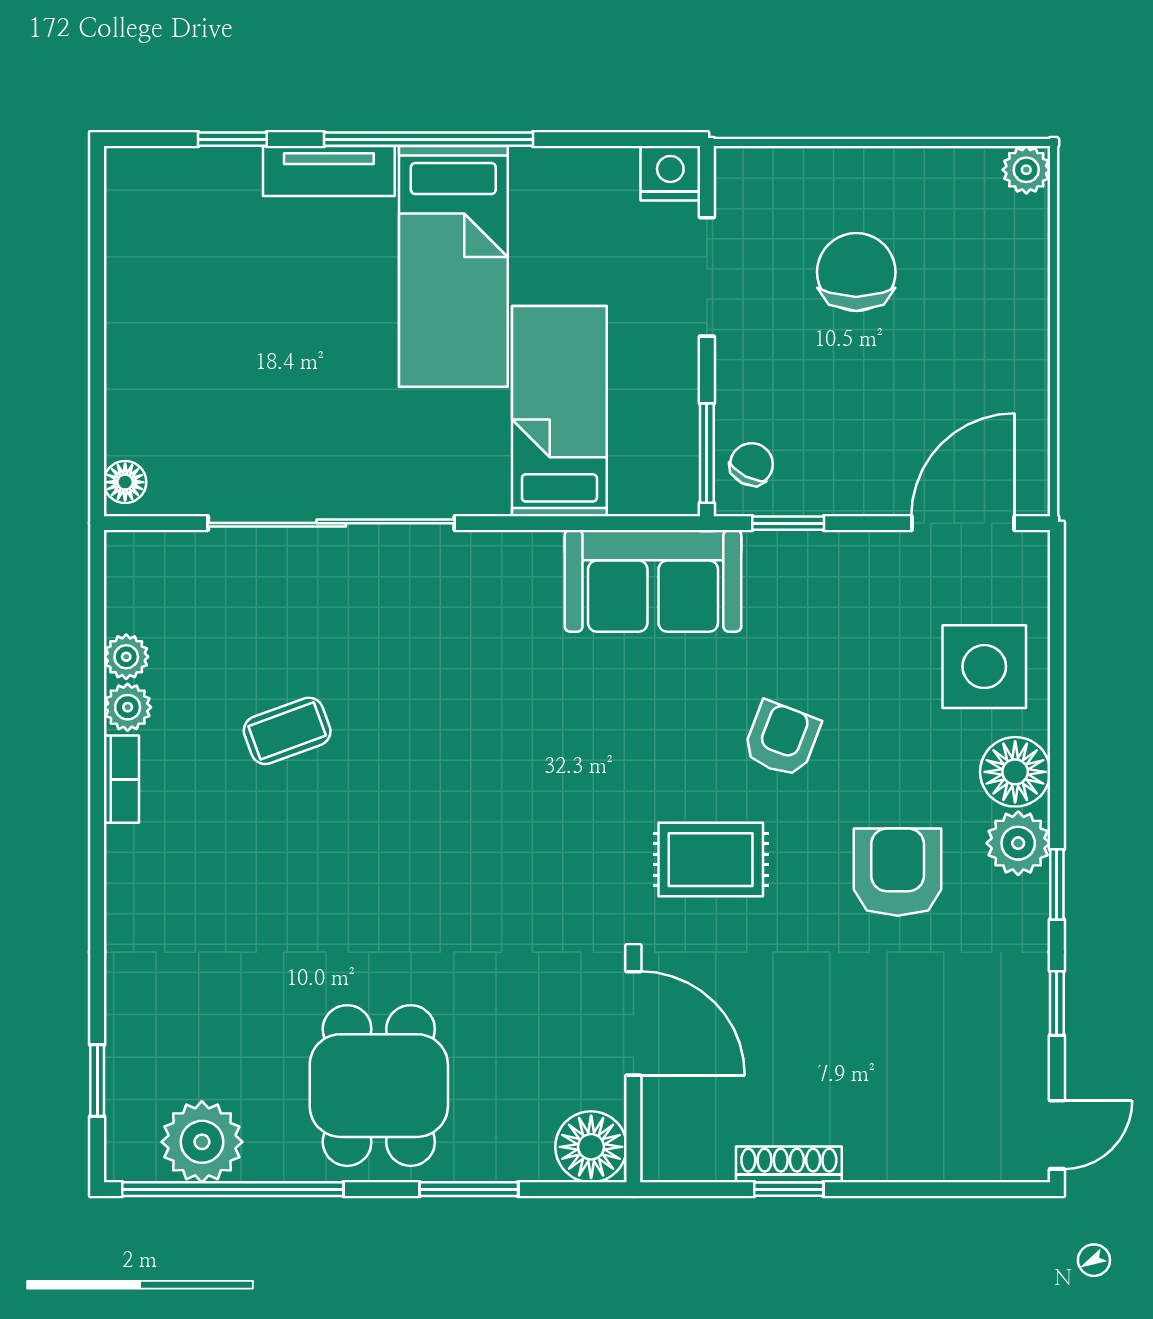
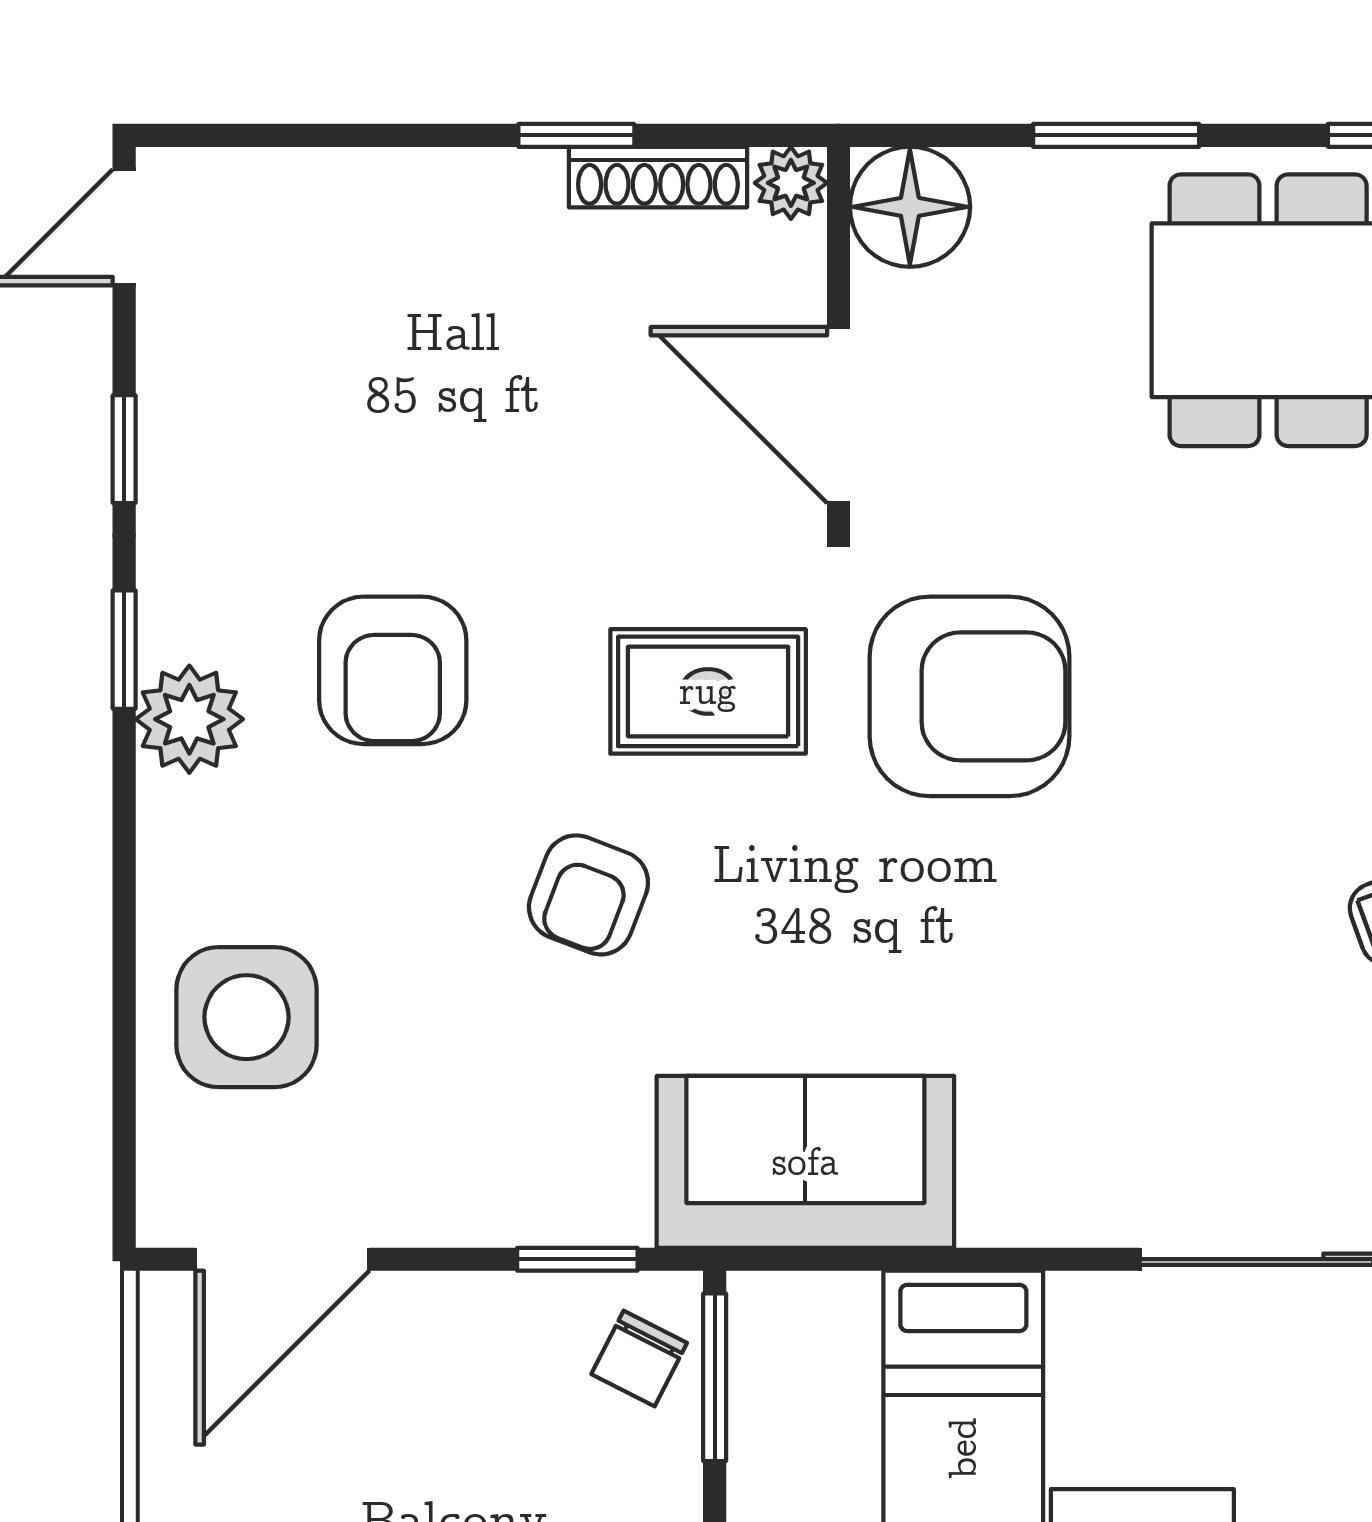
floor lamp: (1015, 772) -> (194, 840), removed
armchair: (556, 857) -> (970, 696), added
plant: (662, 1161) -> (791, 183), added
shoe rack: (789, 1164) -> (658, 177), moved

